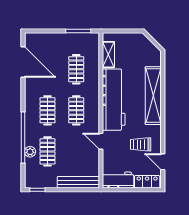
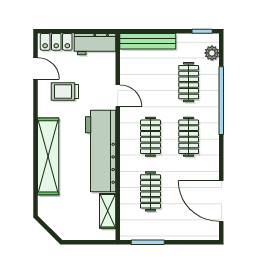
trolley: (141, 144) -> (65, 92), turned 180
plant: (30, 152) -> (212, 53), moved

